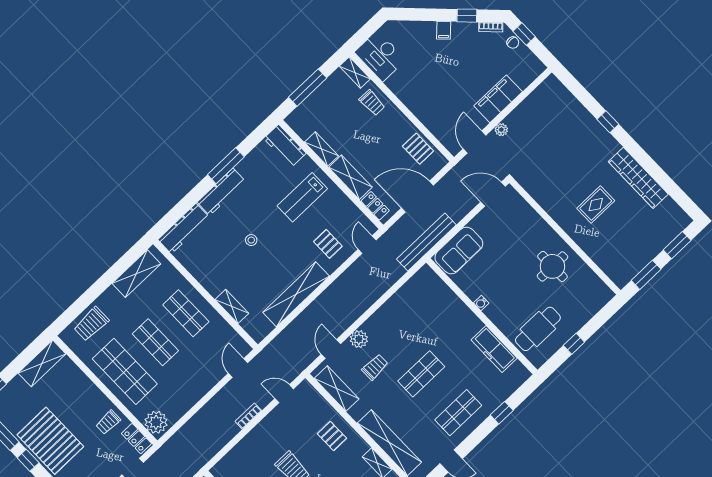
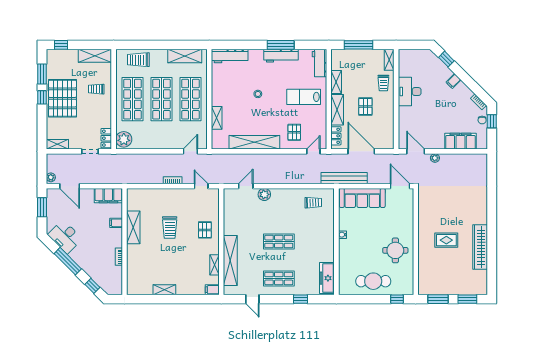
window: (467, 16) -> (446, 59), moved
desk: (380, 56) -> (410, 92), moved
filing cabinet: (498, 99) -> (460, 141), moved
window: (608, 122) -> (492, 205), removed
door: (474, 142) -> (416, 151), hinge flipped
pallet: (418, 149) -> (365, 107), moved
workbench: (221, 192) -> (281, 56), moved
sofa: (459, 251) -> (362, 198), width x1.36
shop shelf: (186, 313) -> (190, 99), width x1.43, depth x1.36
cafe table: (538, 329) -> (373, 281), moved
shop shelf: (155, 342) -> (161, 99), width x1.43, depth x1.36
window: (574, 344) -> (397, 299), moved
freezer: (494, 349) -> (327, 278), moved
trolley: (375, 367) -> (313, 203), moved
shelving: (337, 389) -> (230, 208), removed
trolley: (108, 422) -> (96, 89), moved

